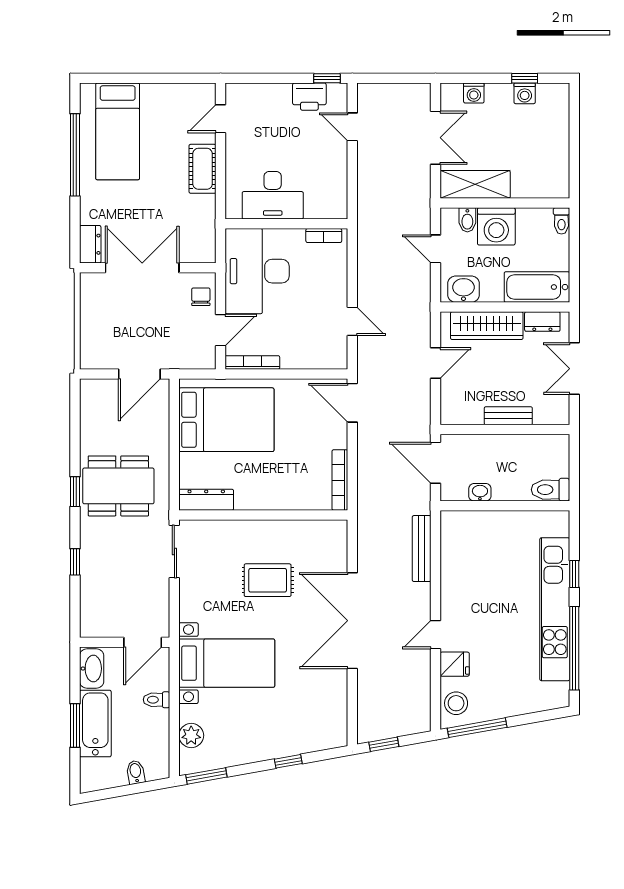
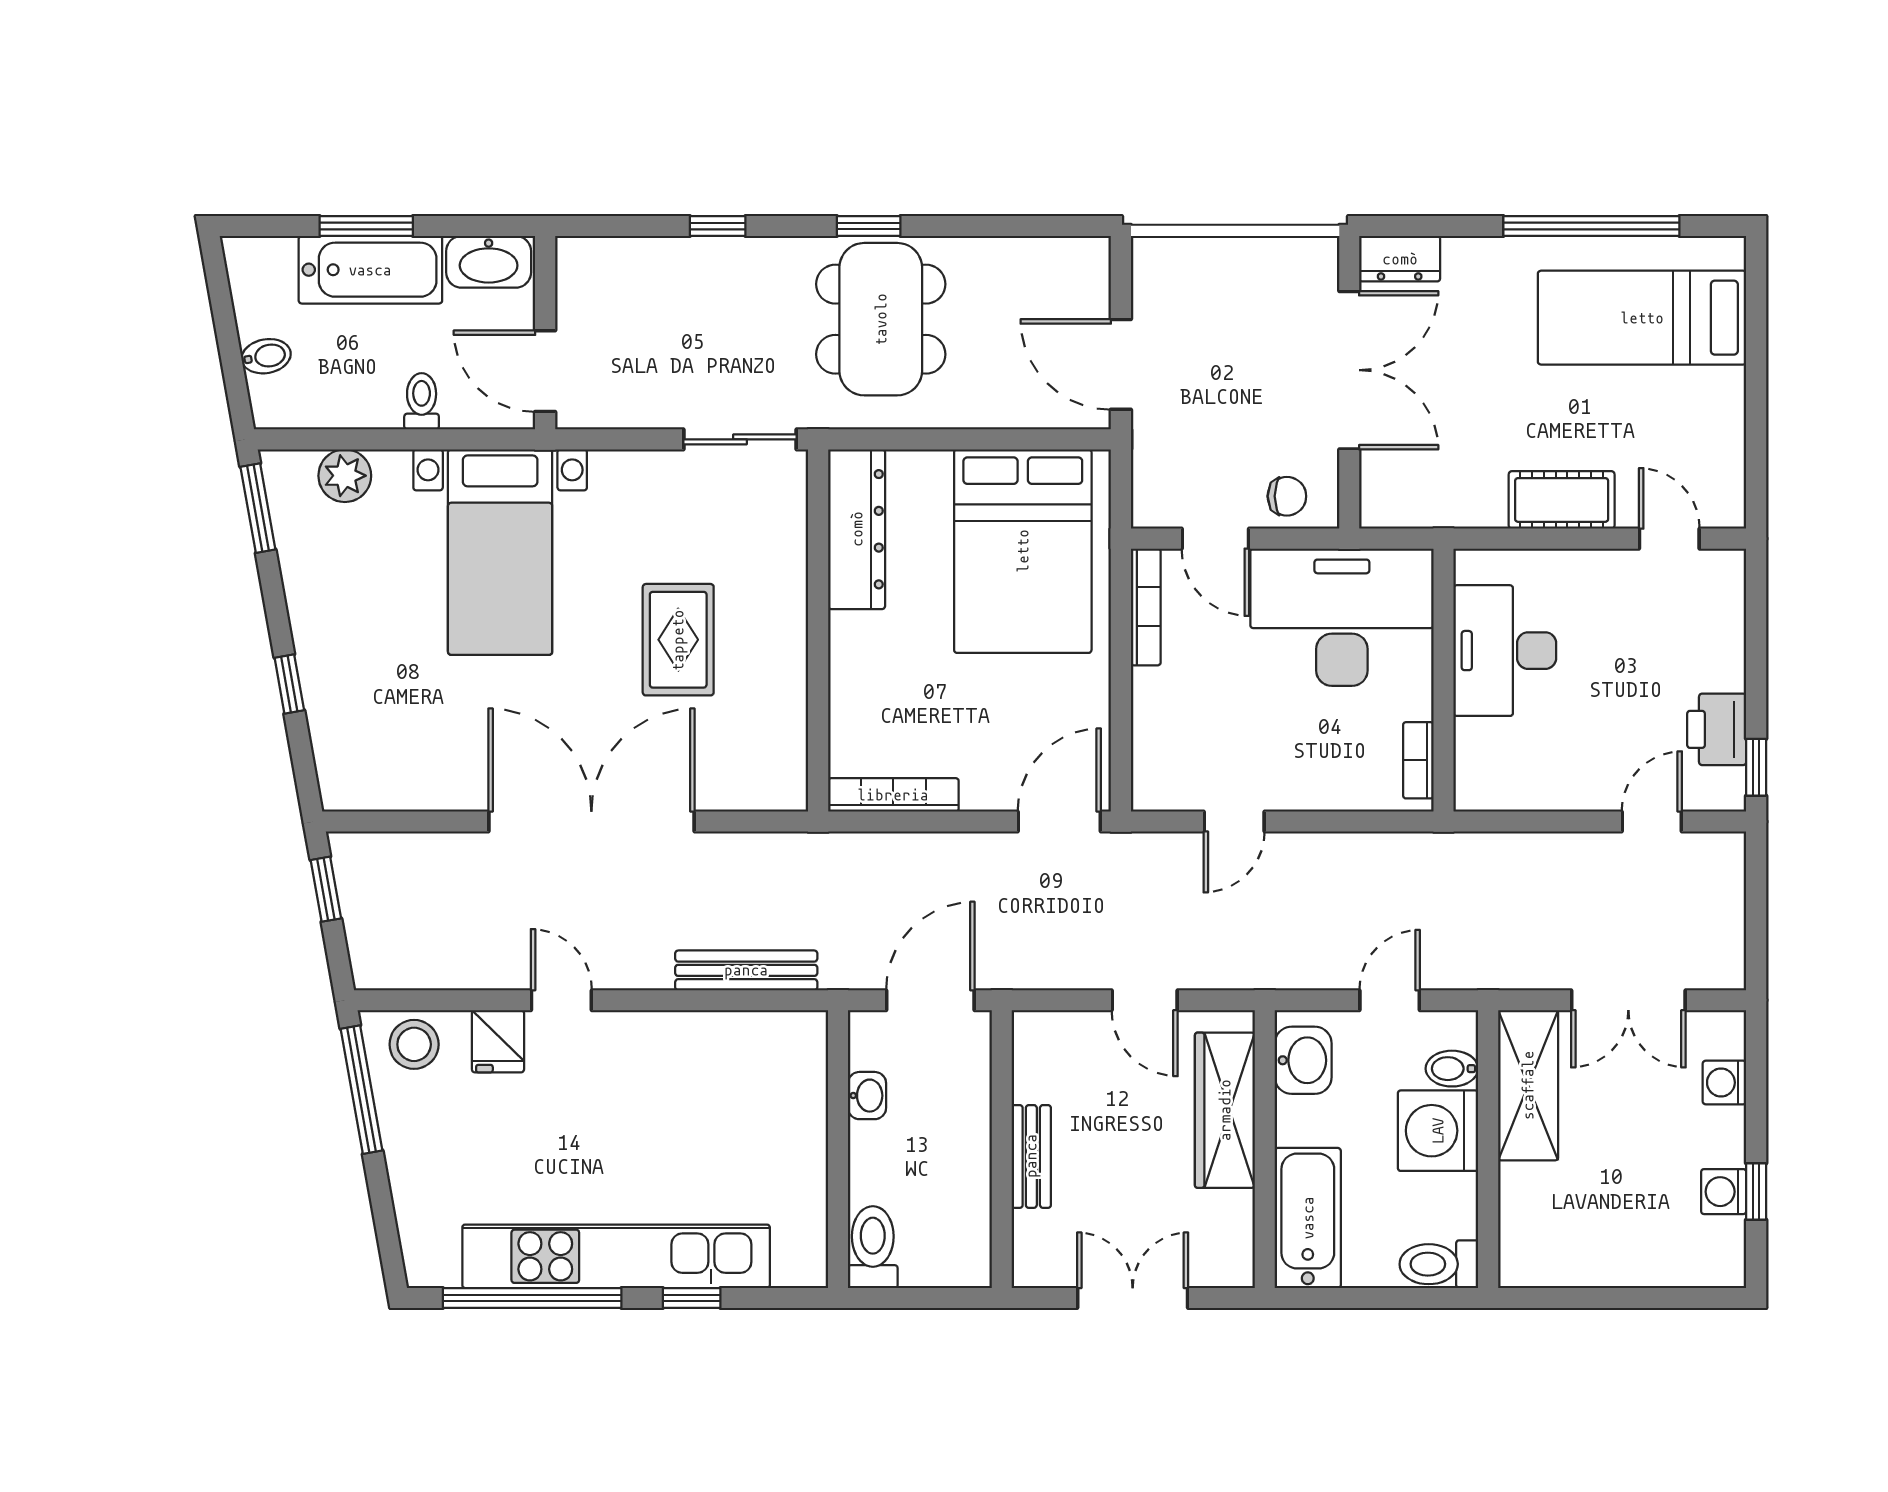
toilet: (561, 221) -> (1439, 1264), width x1.37, depth x1.39
dresser: (542, 322) -> (1234, 1230), removed
dresser: (206, 500) -> (857, 529), width x1.37, depth x1.24

